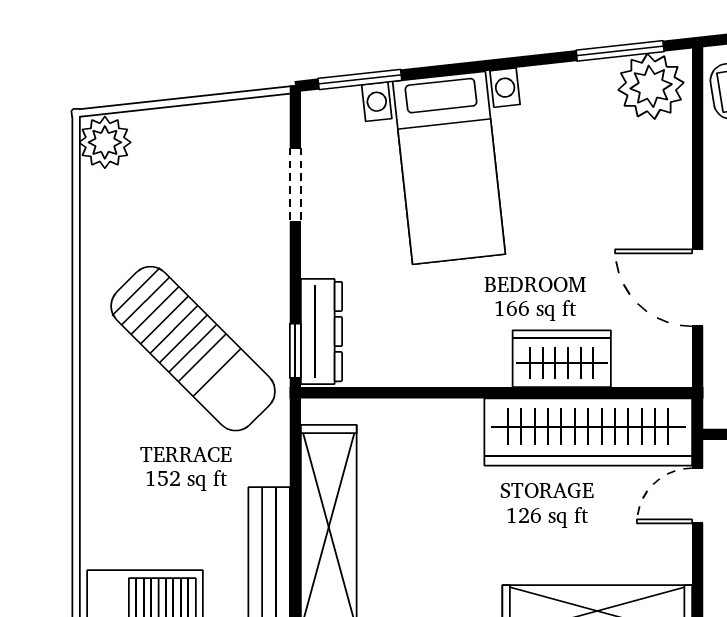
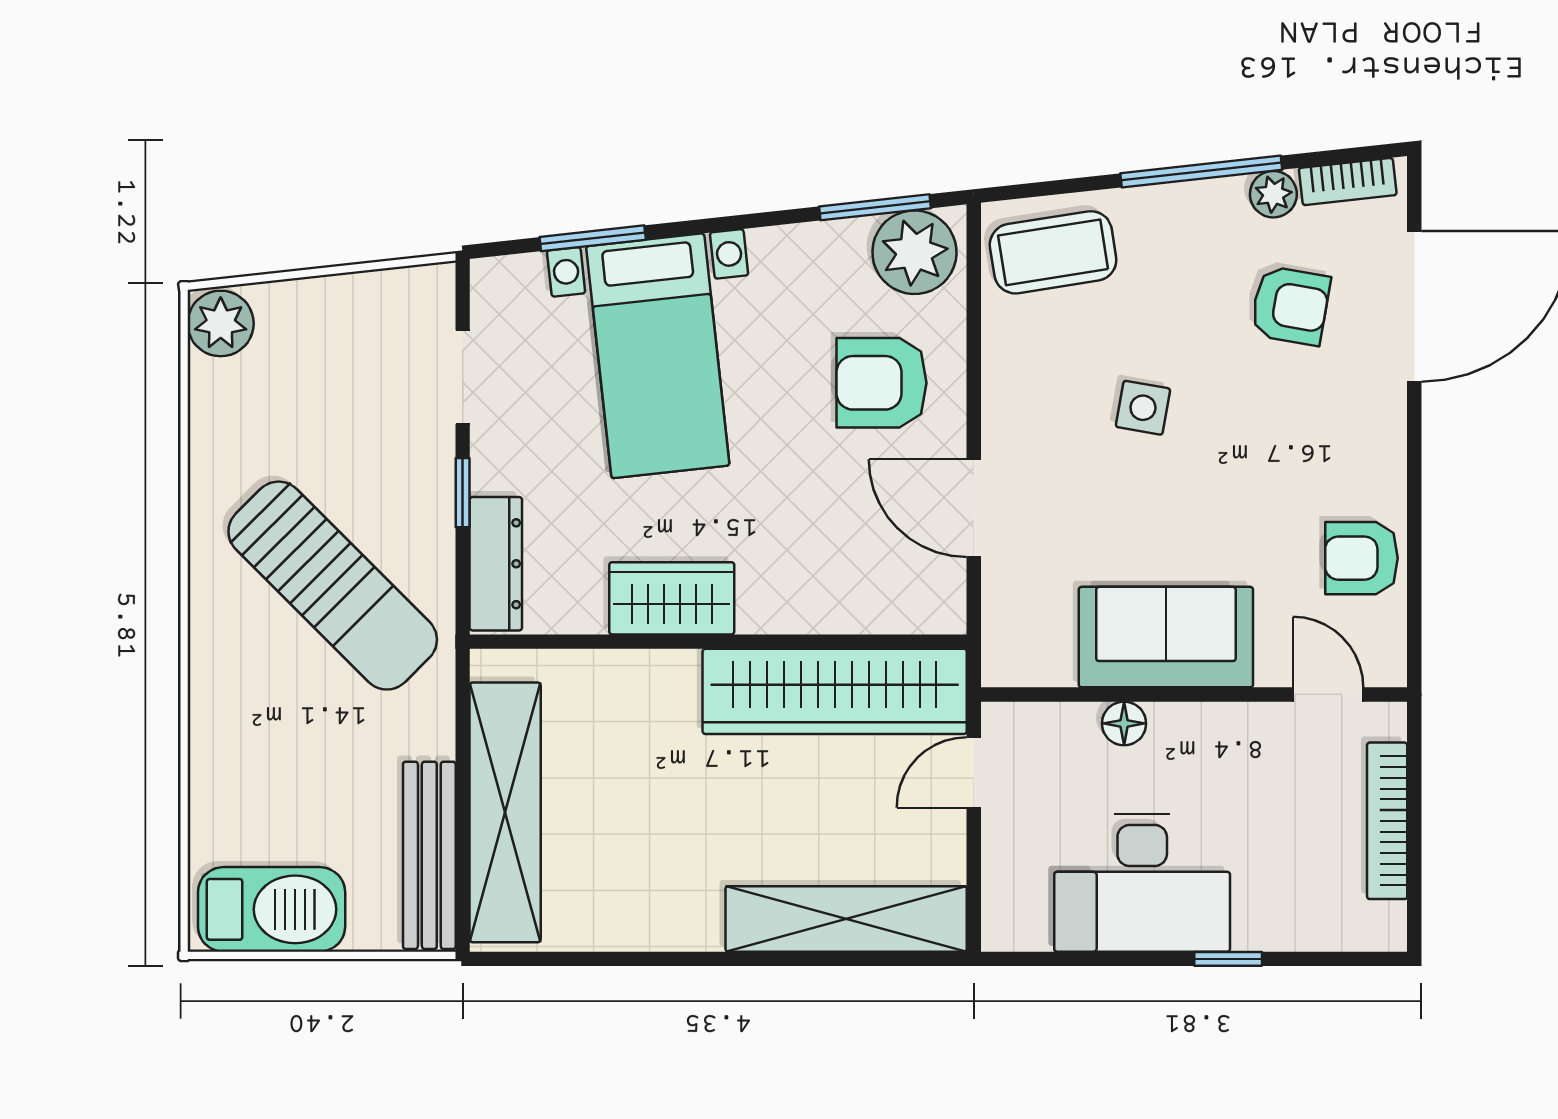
window: (360, 79) -> (593, 238), moved
armchair: (625, 189) -> (882, 383), added
window: (295, 351) -> (463, 493), moved
wardrobe: (562, 359) -> (672, 598), moved

